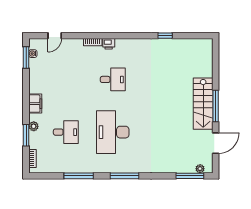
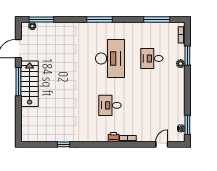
filing cabinet: (35, 104) -> (179, 84), removed
window: (79, 176) -> (157, 19), moved

